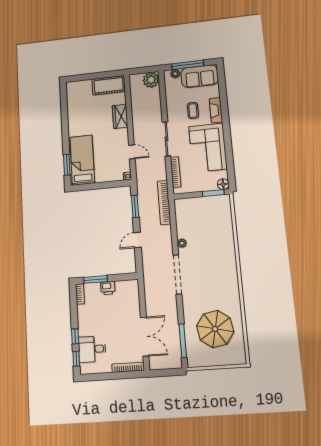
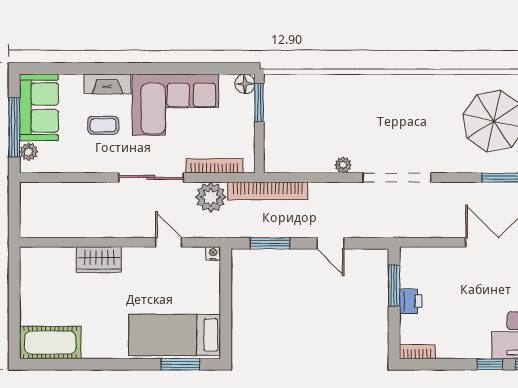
plant: (151, 80) -> (211, 197), moved
cot: (109, 85) -> (50, 343), moved, turned 90
door: (132, 152) -> (169, 242), hinge flipped
window: (96, 279) -> (394, 285), moved

